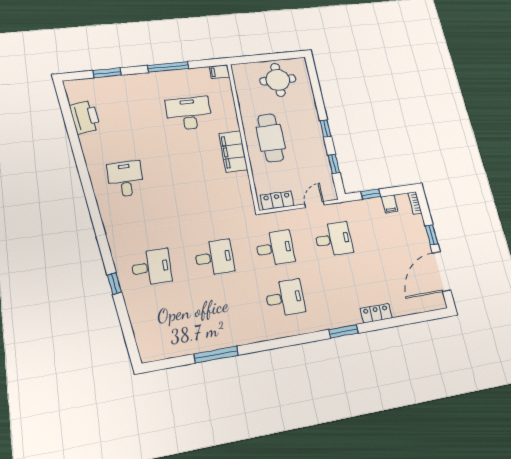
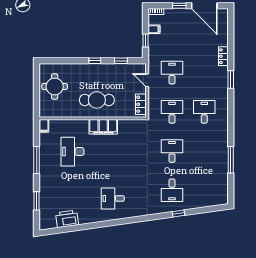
desk: (151, 267) -> (172, 190), turned 180

